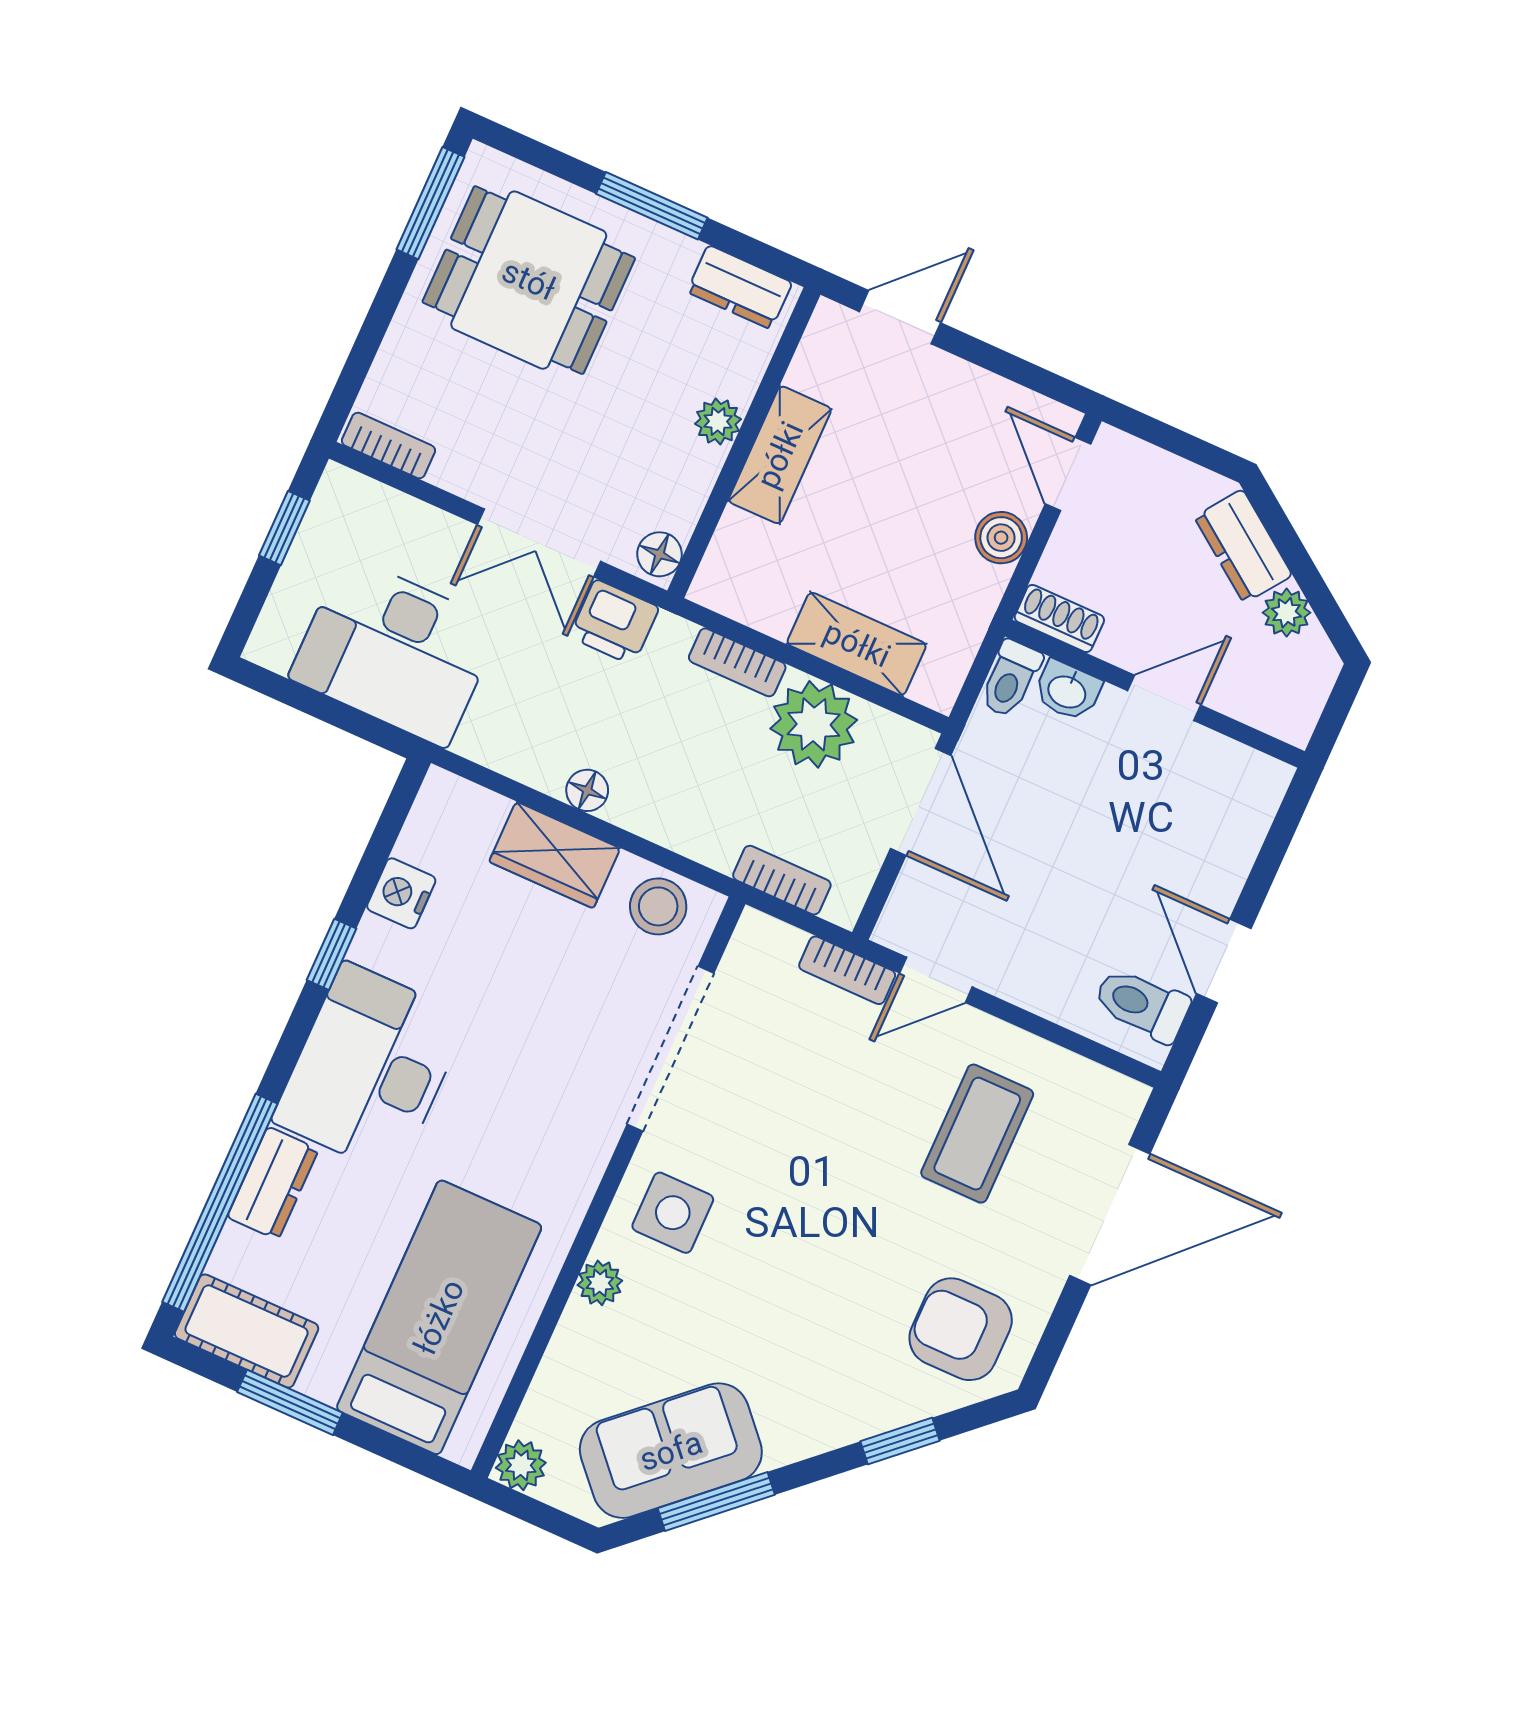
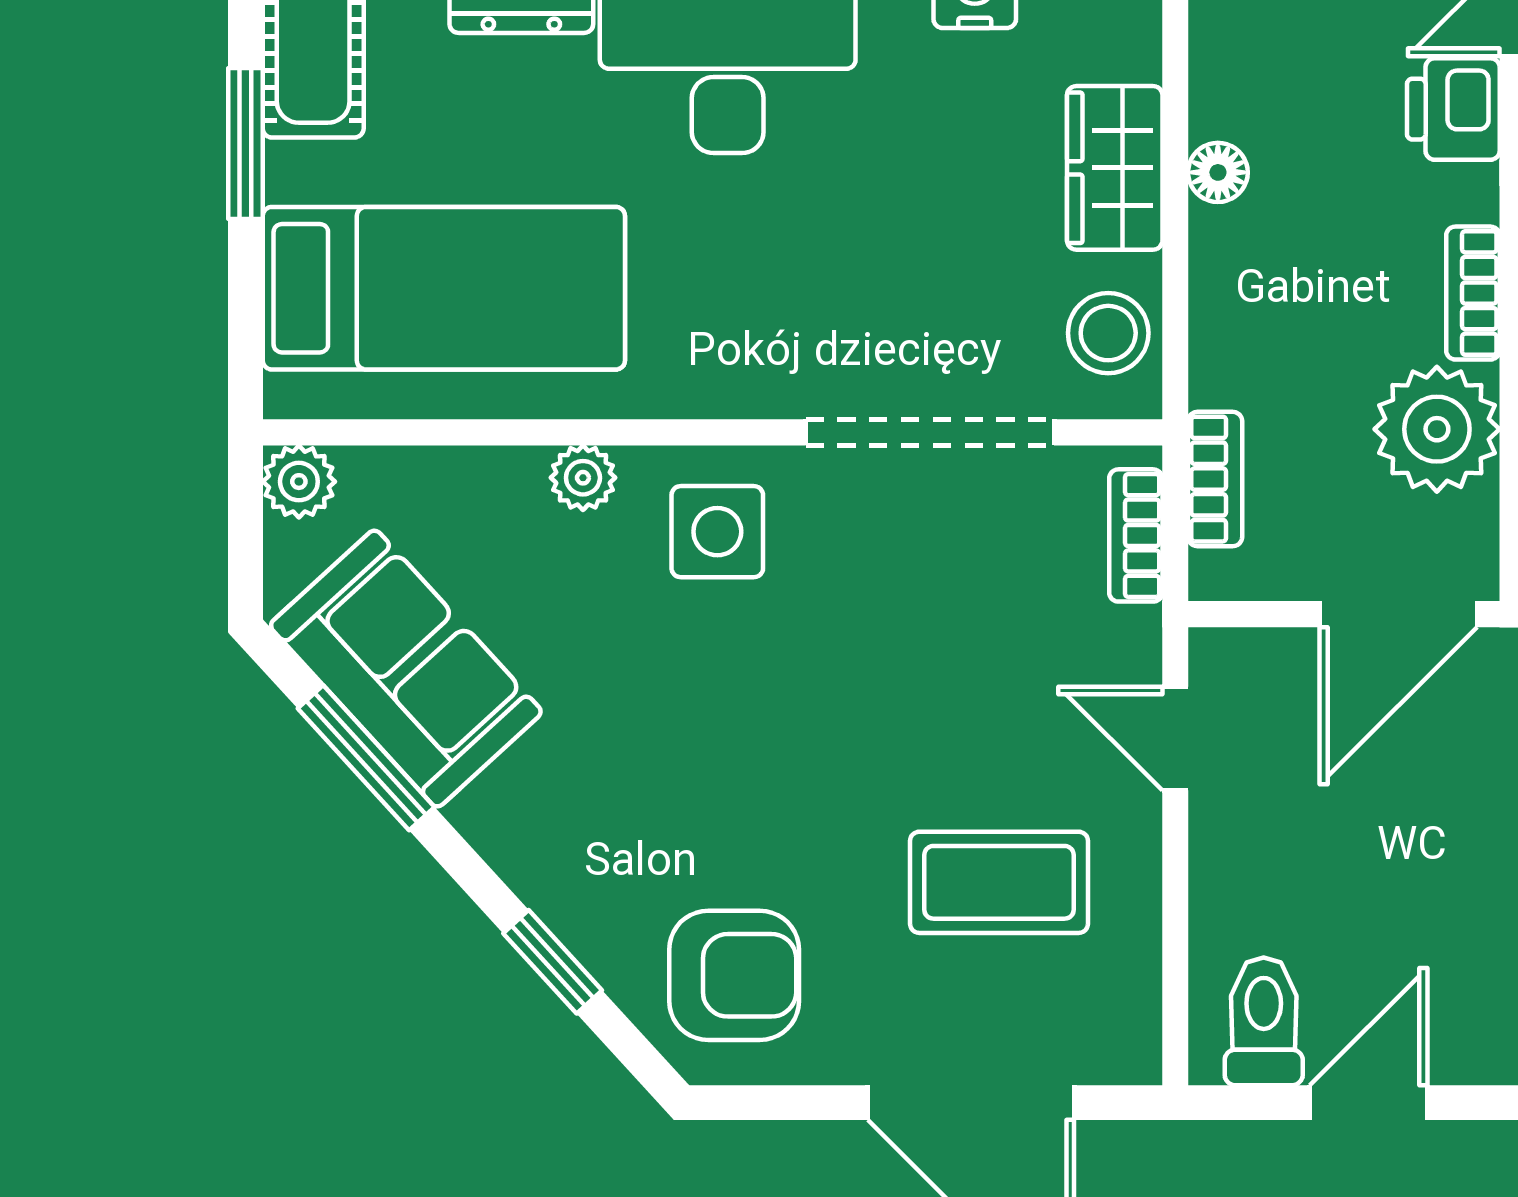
bookcase: (847, 970) -> (1136, 535), moved
armchair: (961, 1329) -> (734, 975), turned 90

